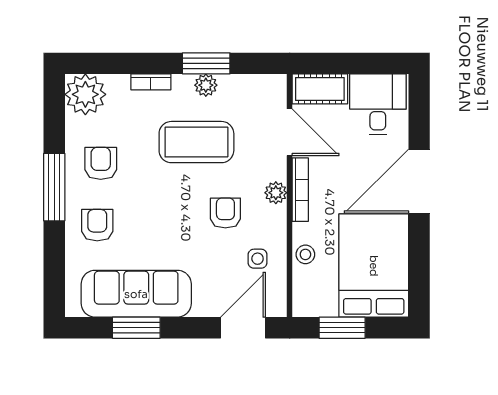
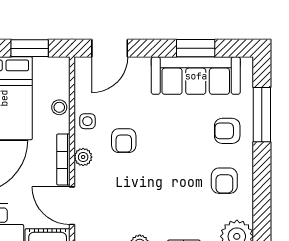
coffee table: (196, 142) -> (147, 198), removed
window: (54, 187) -> (262, 115), moved
armchair: (97, 225) -> (227, 131), turned 90
side table: (258, 259) -> (87, 121), moved

